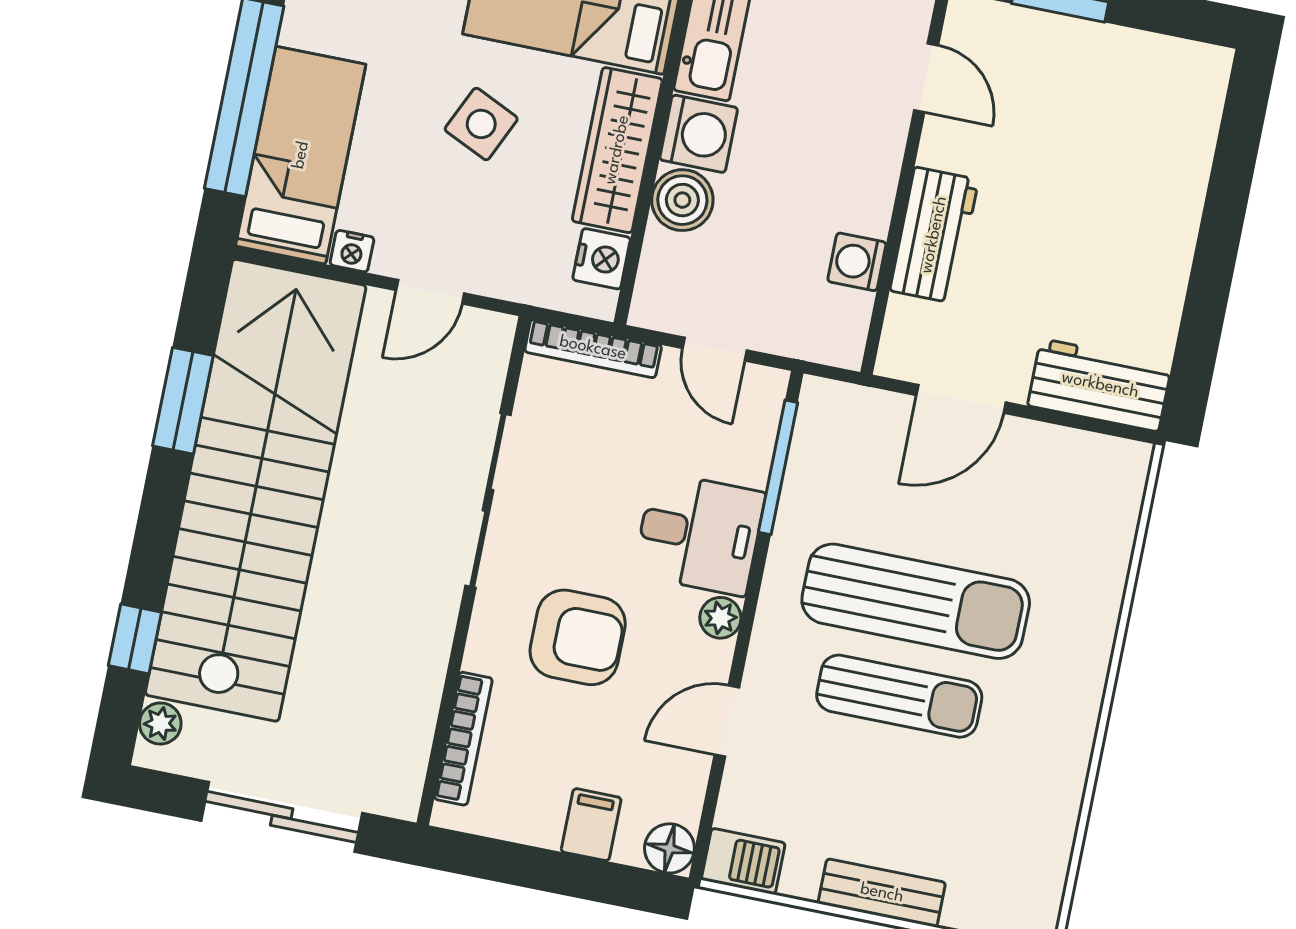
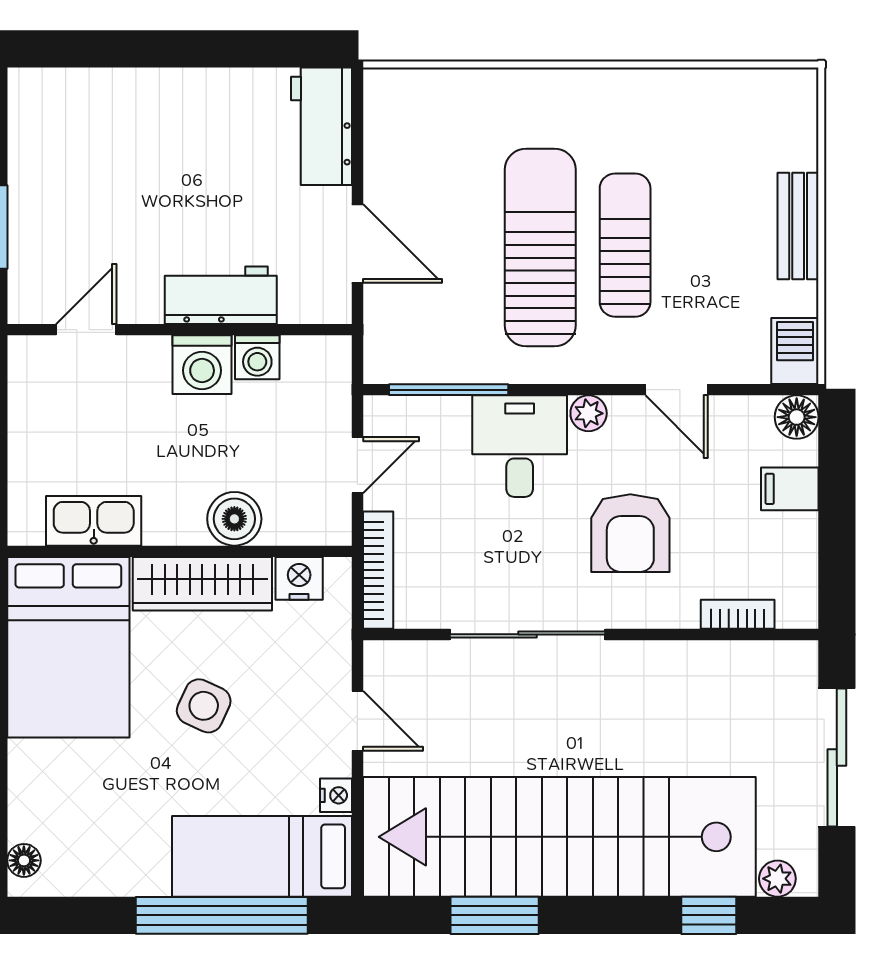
washing machine: (699, 134) -> (202, 365), moved, turned 180
armchair: (578, 637) -> (630, 533), turned 180
bookcase: (463, 739) -> (738, 614), width x0.64

